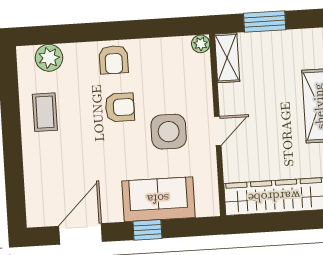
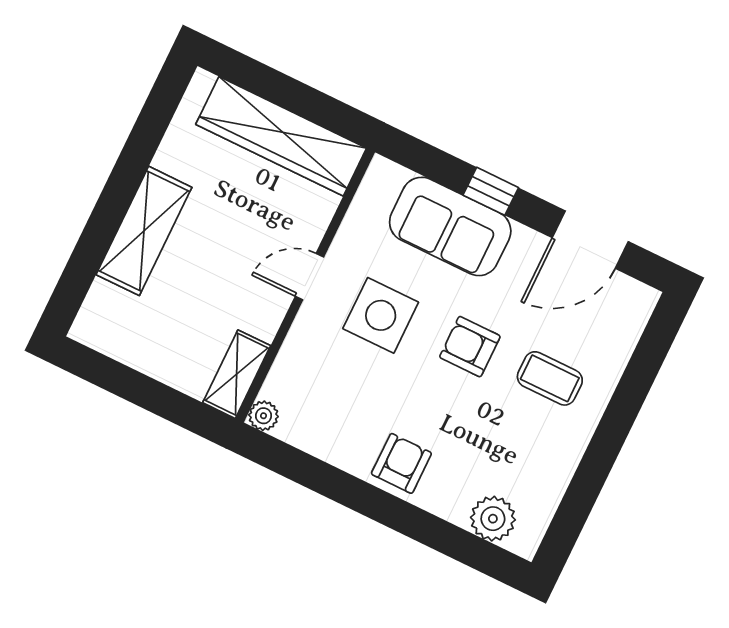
window: (265, 22) -> (153, 396), removed
armchair: (120, 107) -> (470, 347), moved
coffee table: (45, 112) -> (550, 378), moved, turned 90

